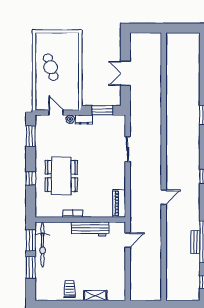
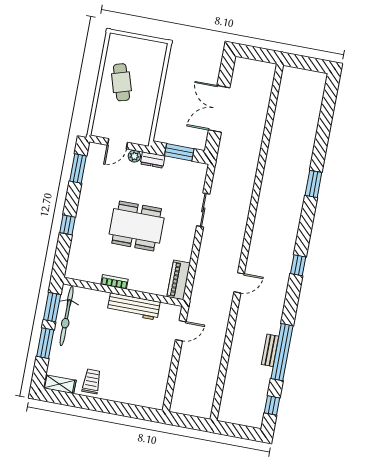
double door: (125, 73) -> (219, 109), width x1.37
door: (56, 113) -> (117, 144), swing flipped
dining table: (61, 176) -> (137, 226), moved, turned 90
shelving: (95, 296) -> (60, 384), moved

